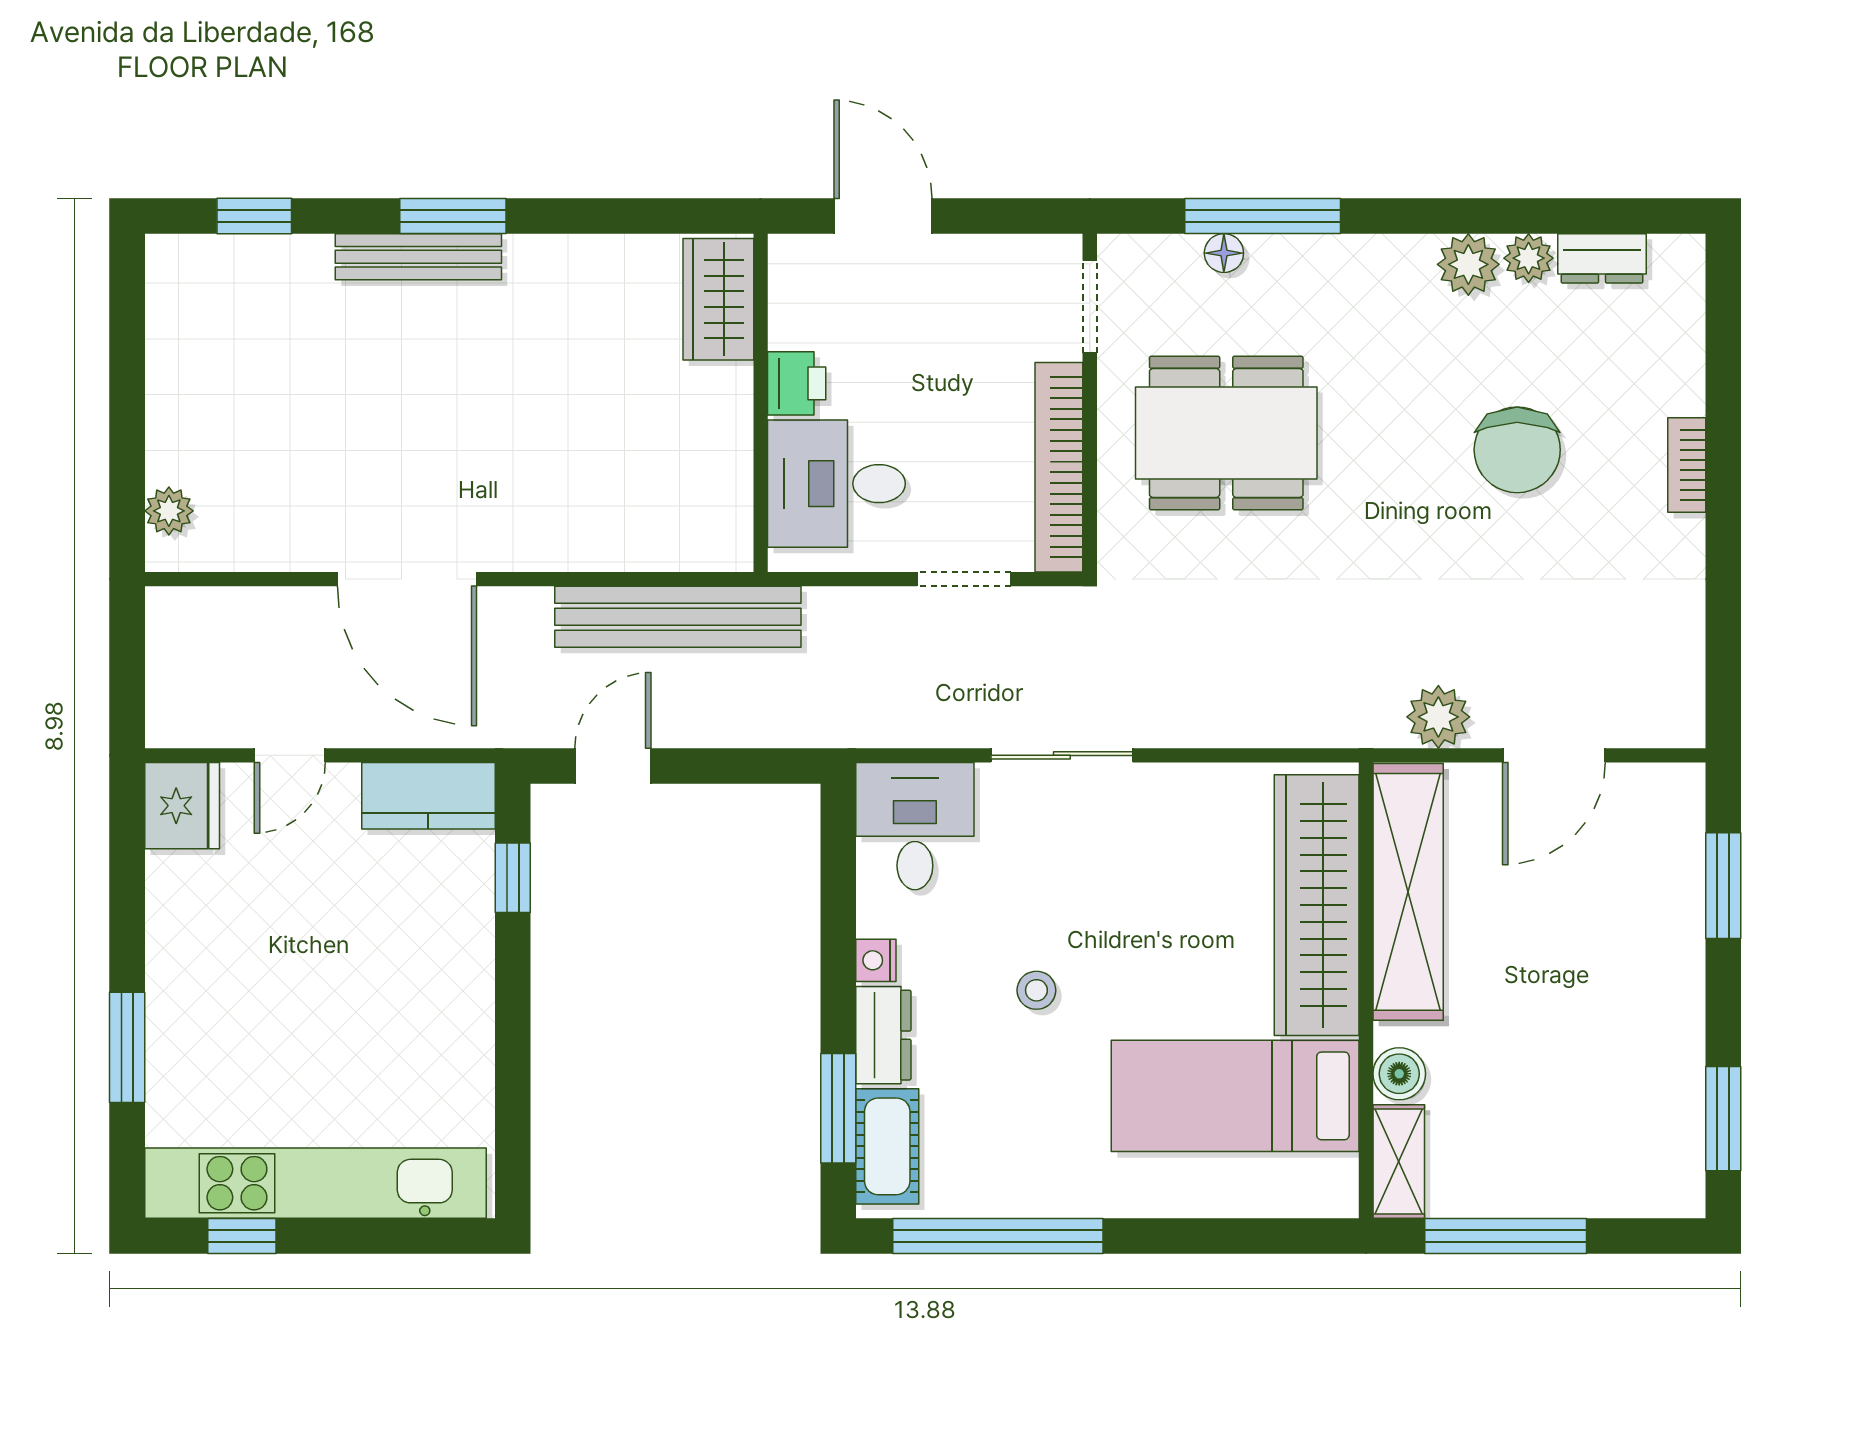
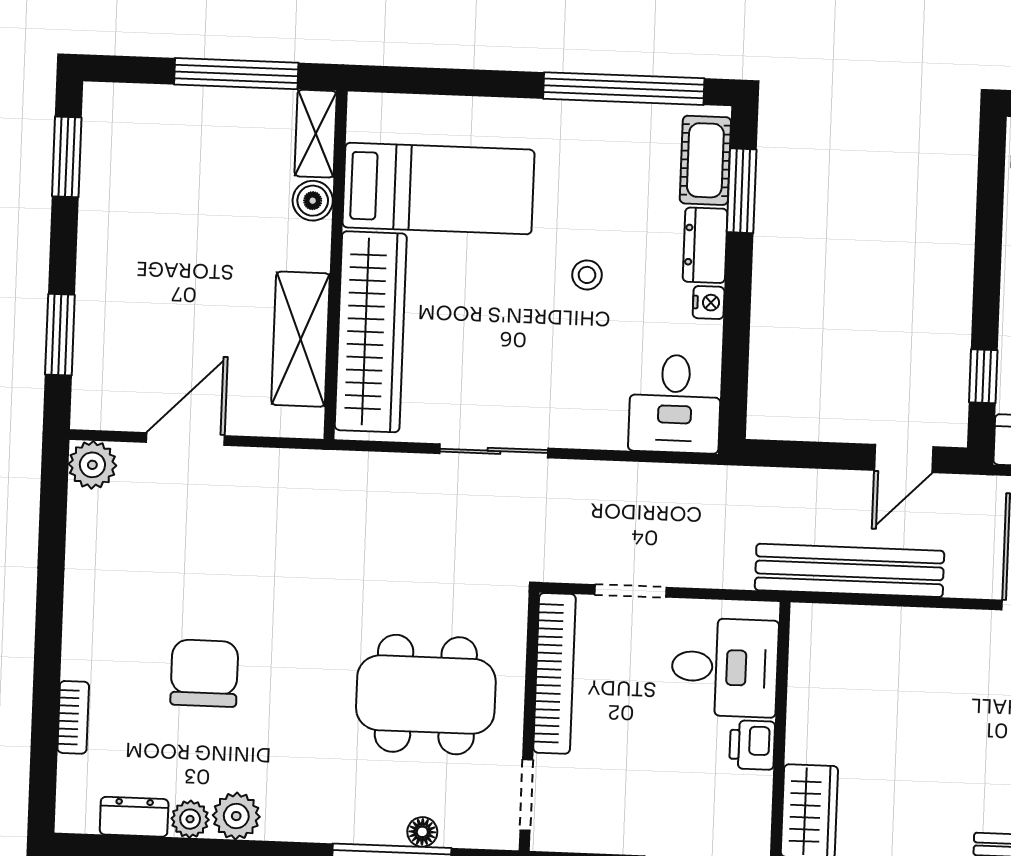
bookcase: (1687, 465) -> (73, 717), moved
plant: (1438, 717) -> (92, 465), moved
sliding door: (1062, 755) -> (494, 451), moved
shelving: (1408, 892) -> (301, 339), width x0.68

